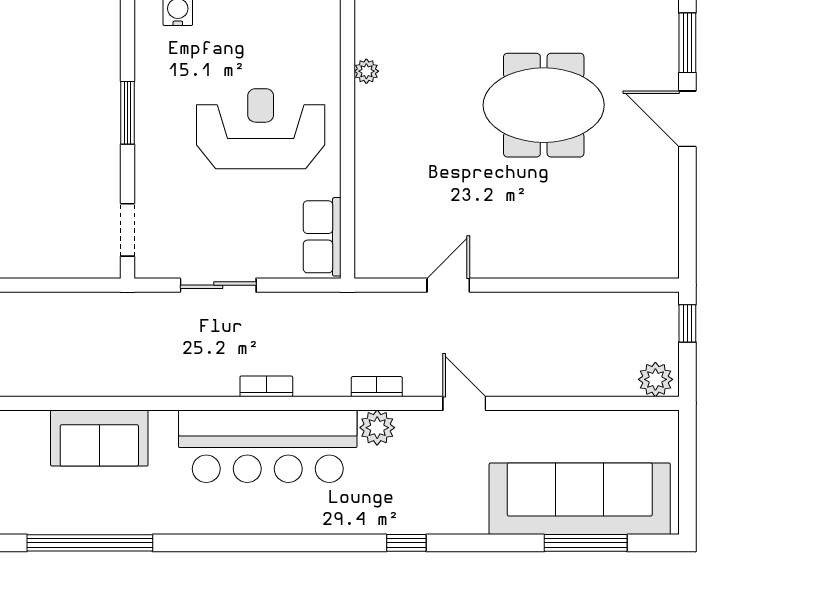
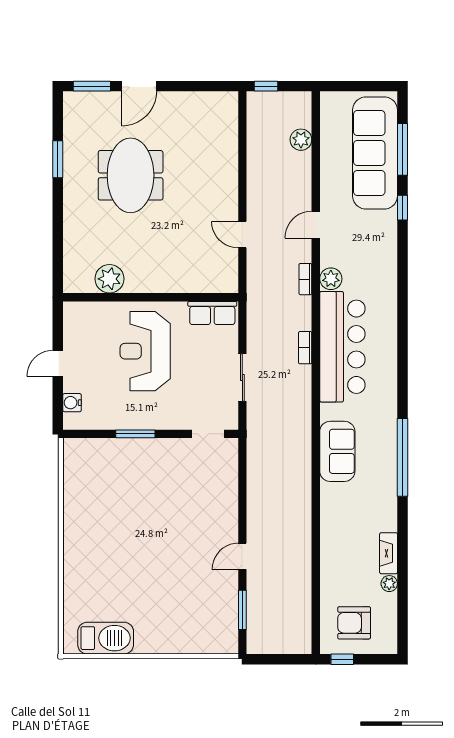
plant: (366, 71) -> (109, 279), width x1.87, depth x1.87
plant: (655, 379) -> (301, 140), moved
window: (406, 543) -> (402, 208), moved

